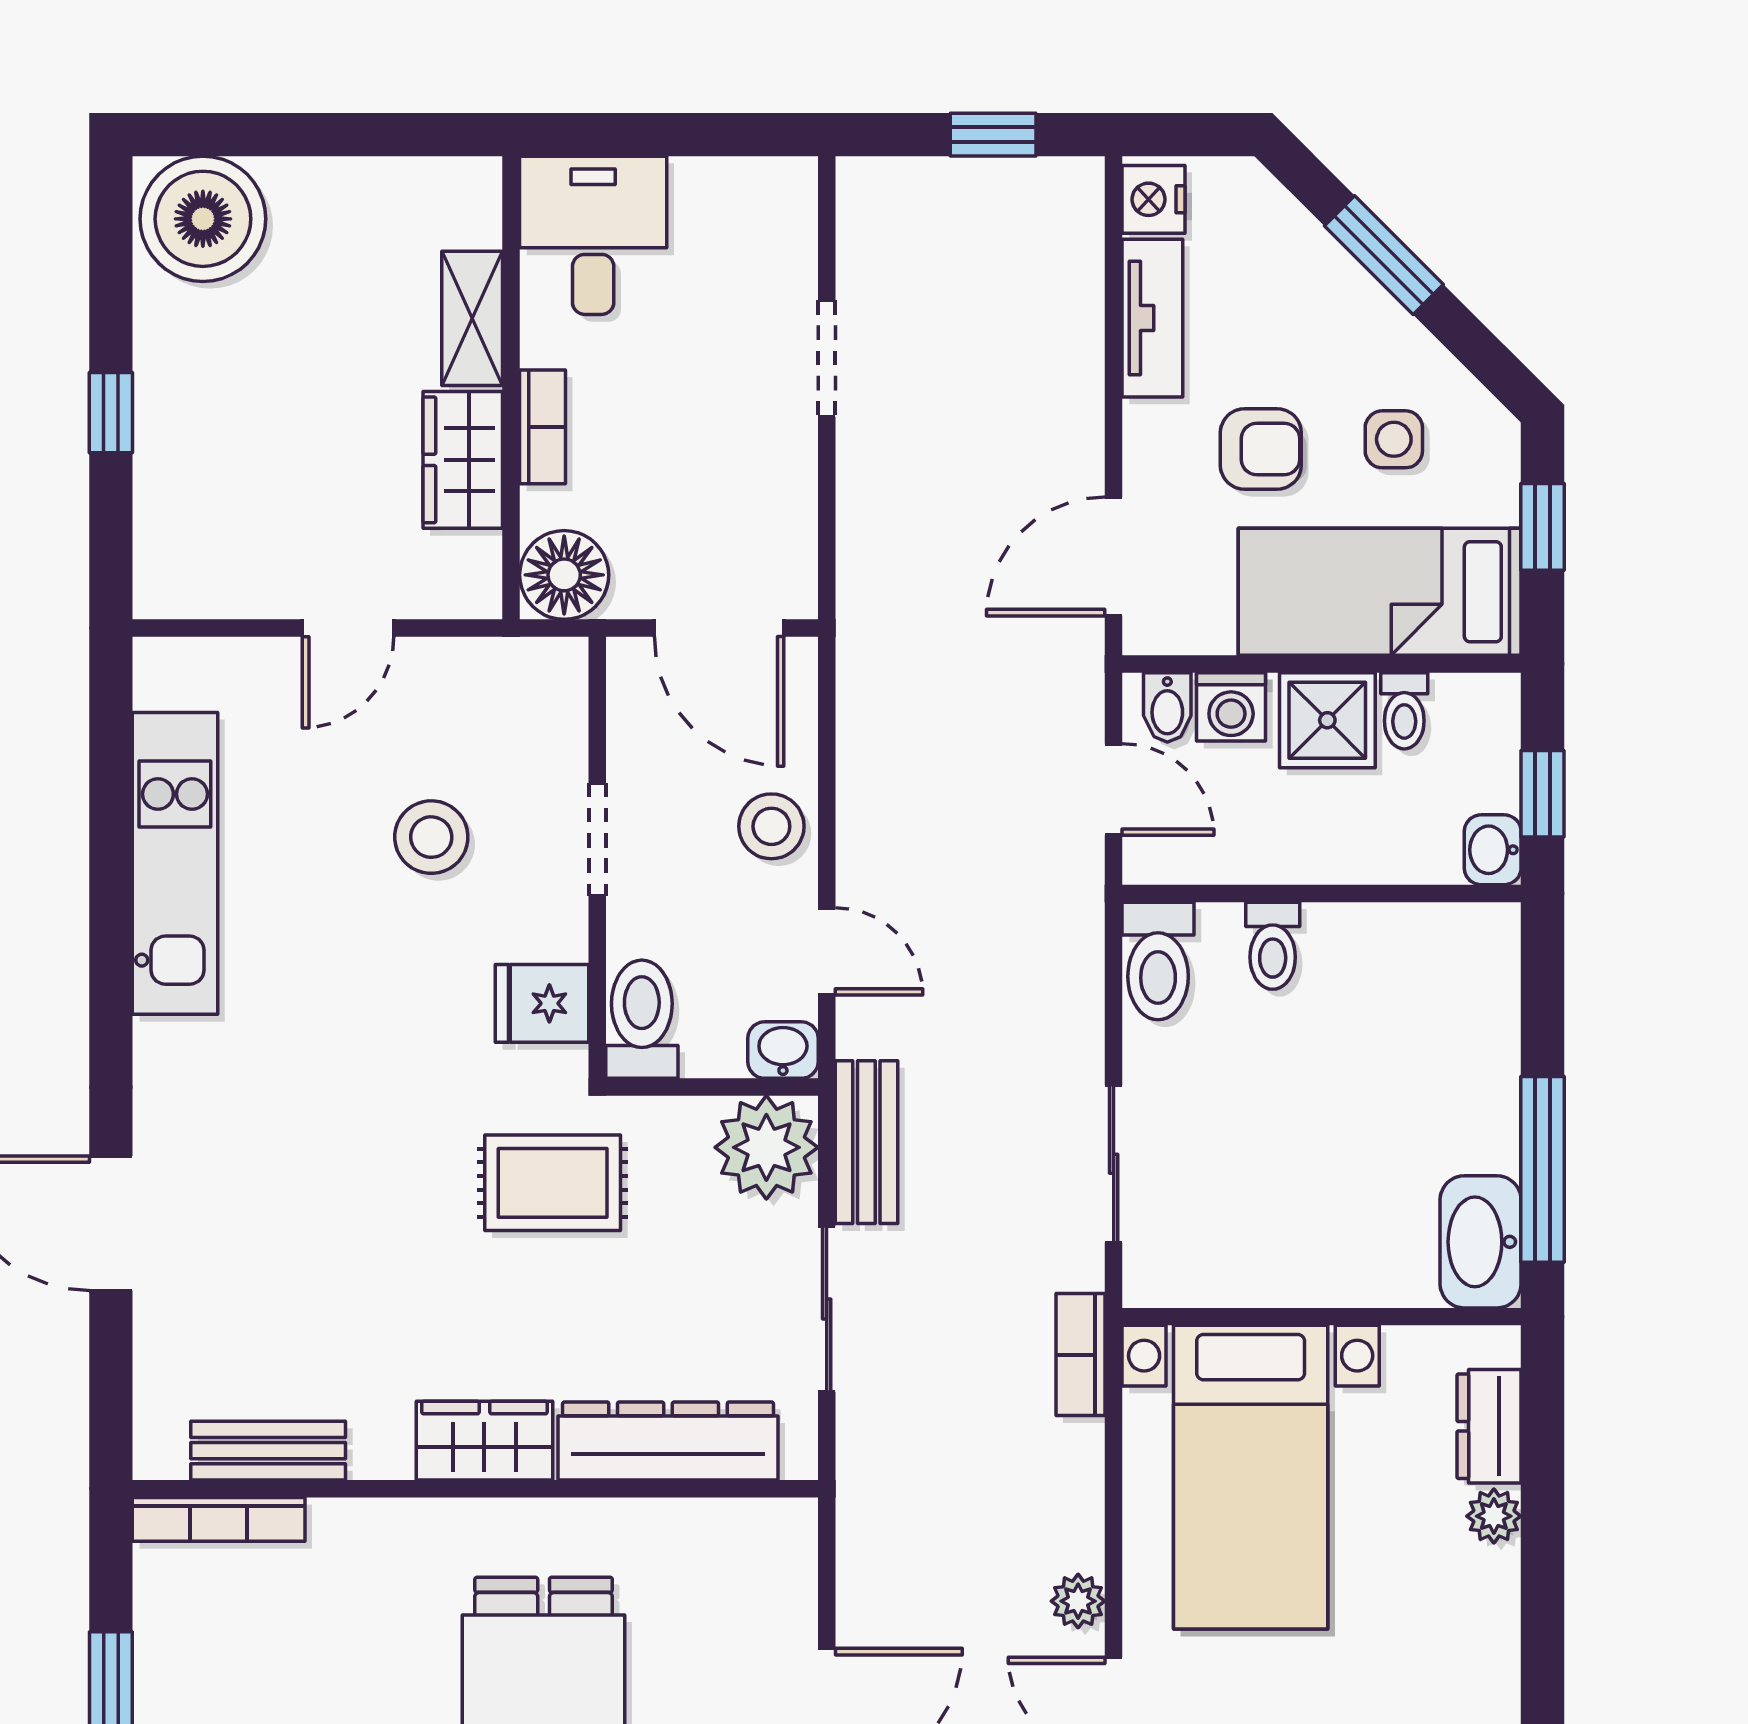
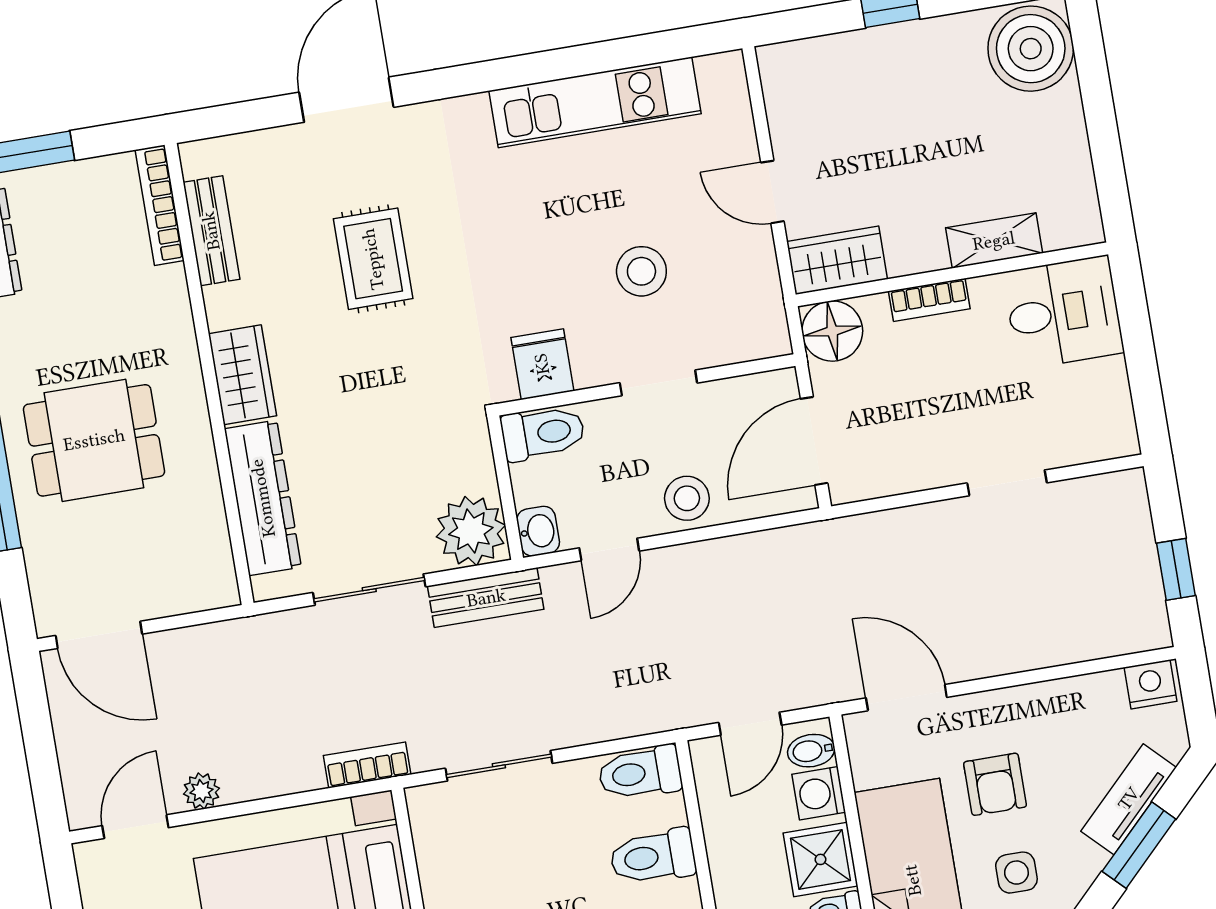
tv unit: (1152, 318) -> (1129, 799), moved, turned 135
wardrobe: (463, 460) -> (837, 260), moved
toilet: (1273, 946) -> (653, 857), width x1.37, depth x1.39
rug: (553, 1183) -> (373, 259), moved

